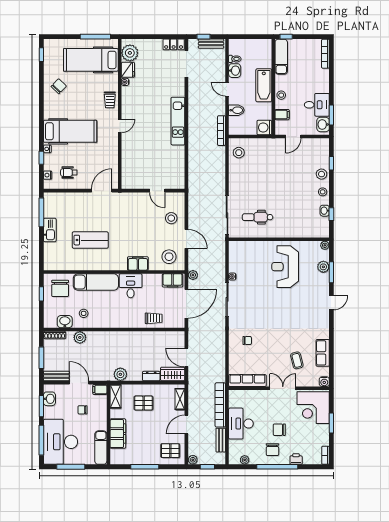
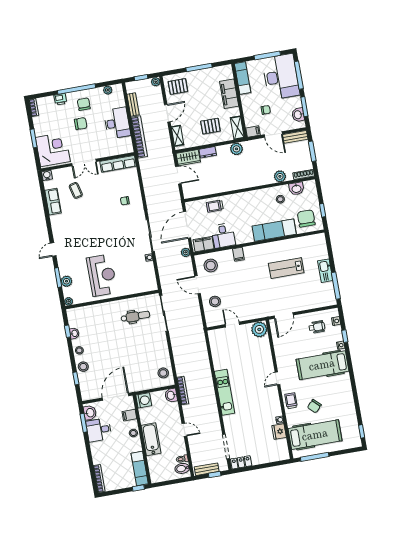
plant: (130, 53) -> (259, 329), moved
washbasin: (235, 71) -> (171, 395), moved
chair: (59, 86) -> (314, 406), moved
bidet: (236, 110) -> (182, 468), moved
door: (293, 136) -> (116, 397), width x1.87
filing cabinet: (138, 263) -> (238, 254), width x0.50
desk: (131, 286) -> (223, 236), moved

